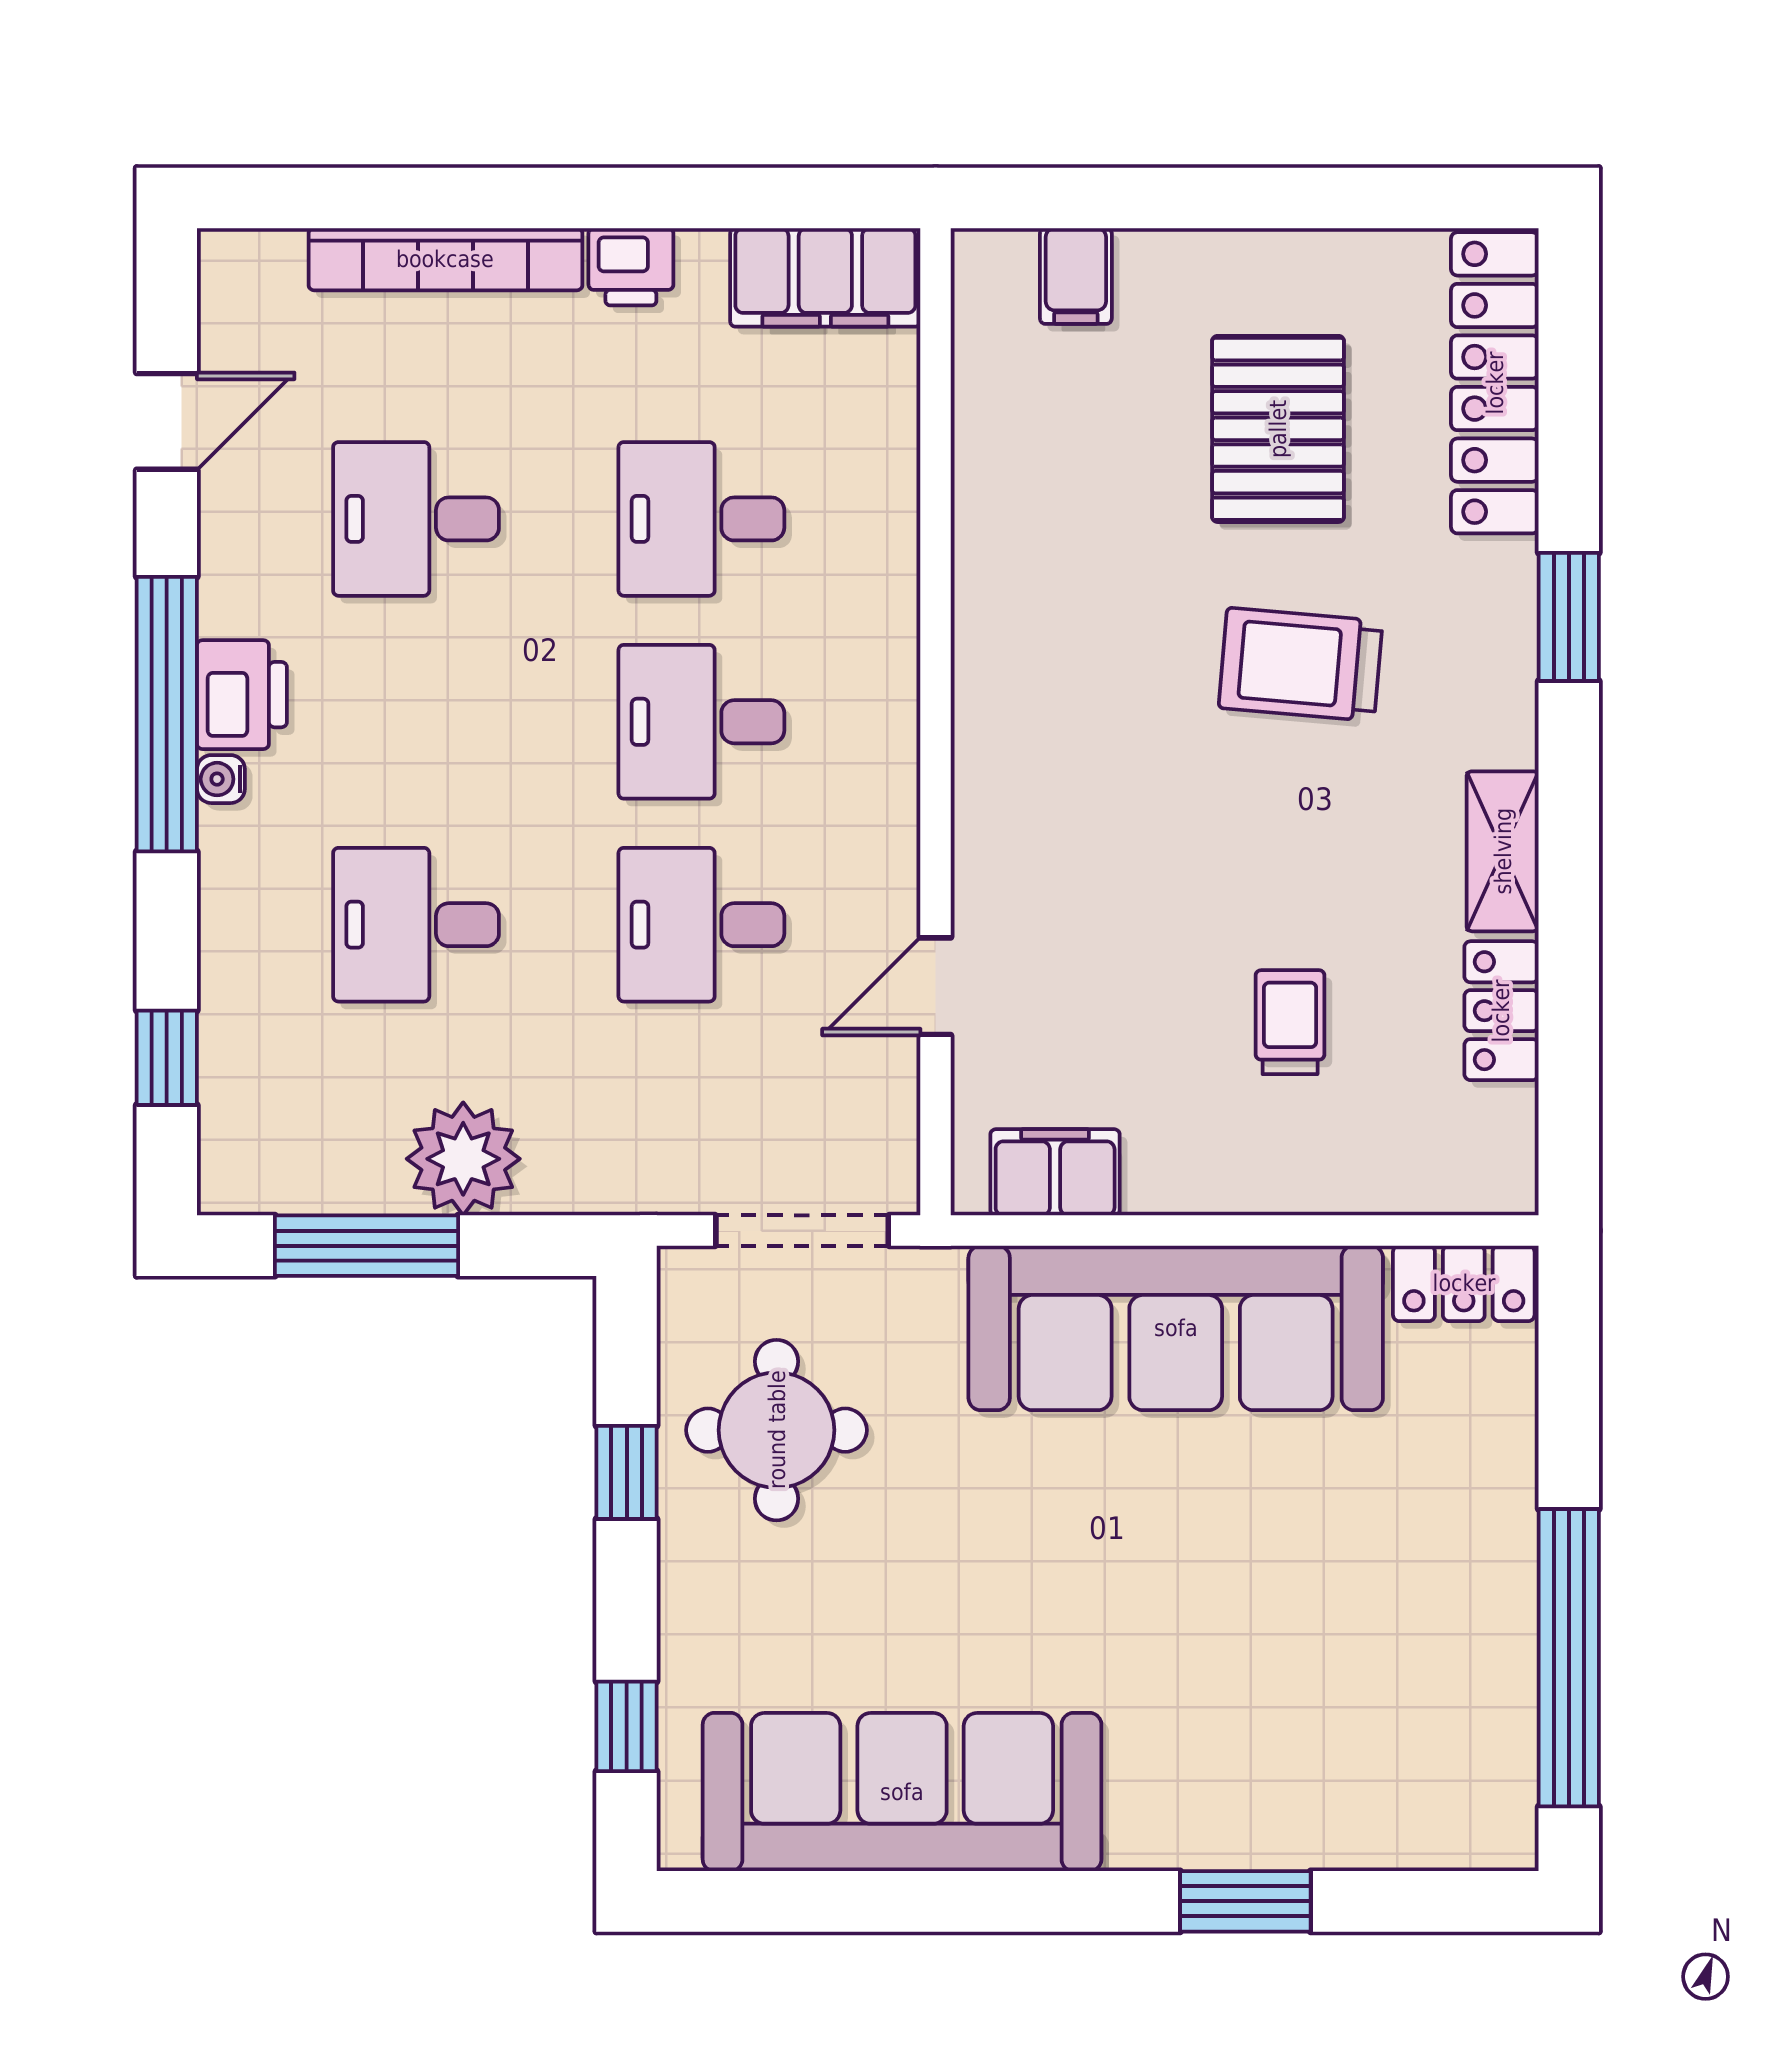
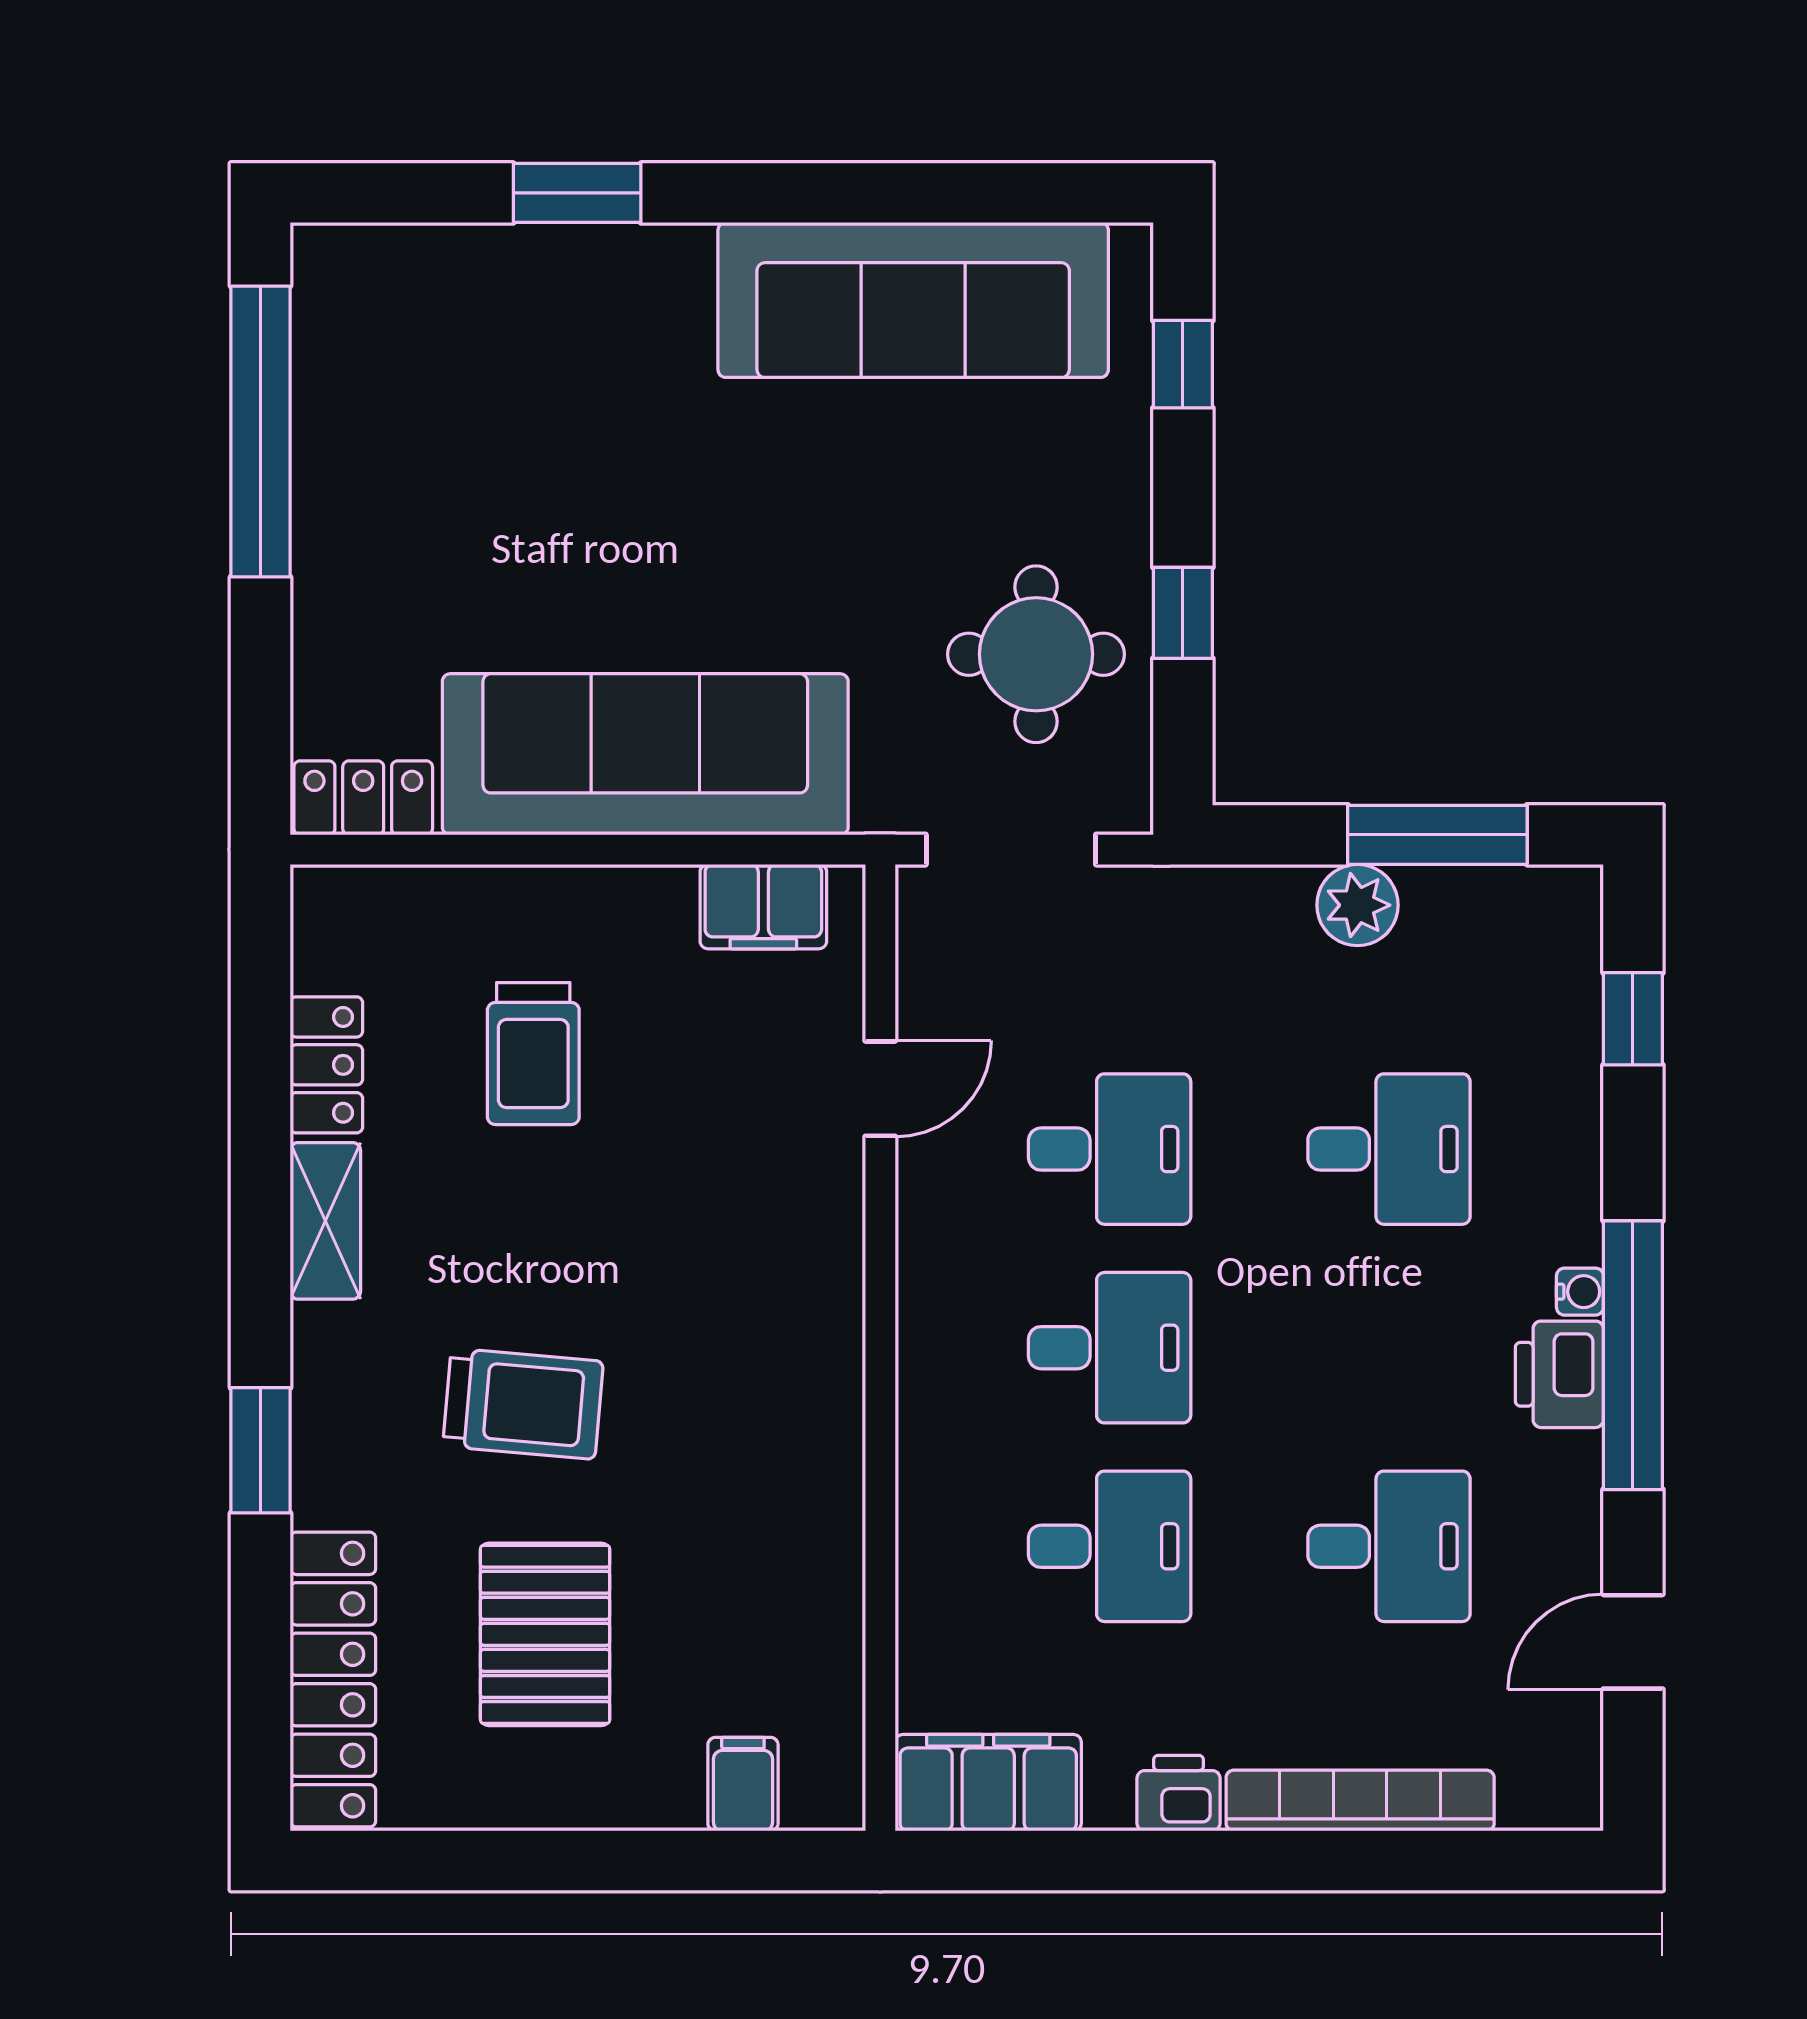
trolley: (1290, 1022) -> (533, 1054), width x1.36, depth x1.39
plant: (463, 1159) -> (1357, 905), width x0.73, depth x0.73

